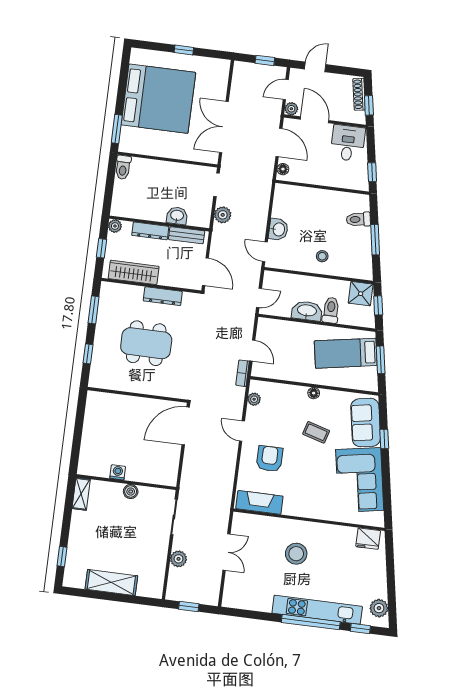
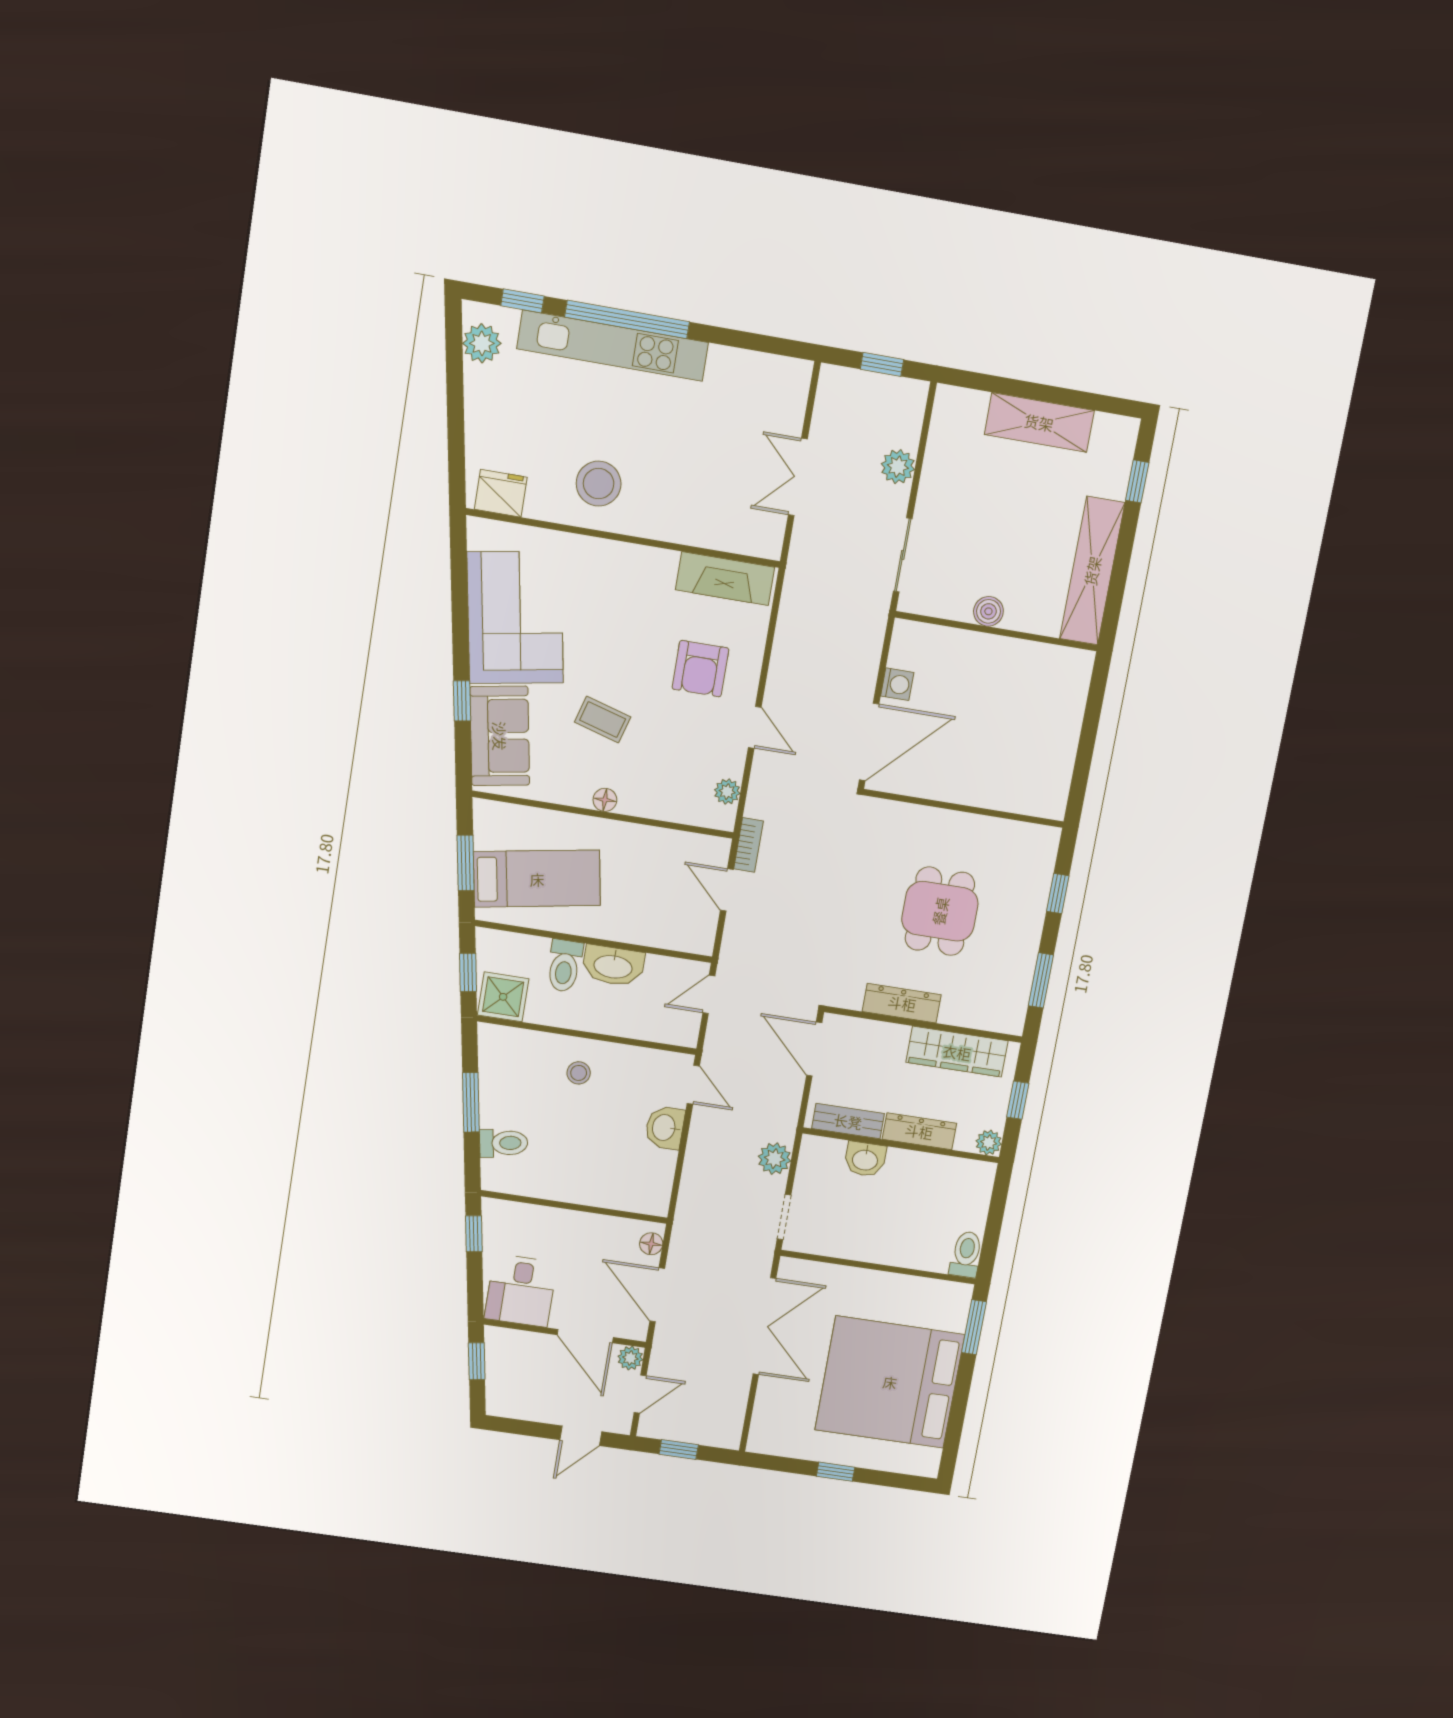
shoe rack: (359, 94) -> (496, 1383), removed
dining table: (146, 343) -> (940, 911), width x0.73
washing machine: (118, 472) -> (897, 684), moved, turned -90
shelving: (81, 494) -> (1092, 571), width x2.20, depth x1.33
stool: (296, 554) -> (599, 484), moved

